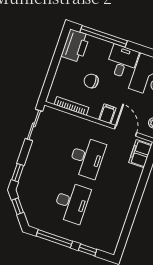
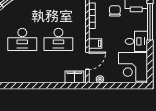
chair: (91, 81) -> (115, 11), moved

